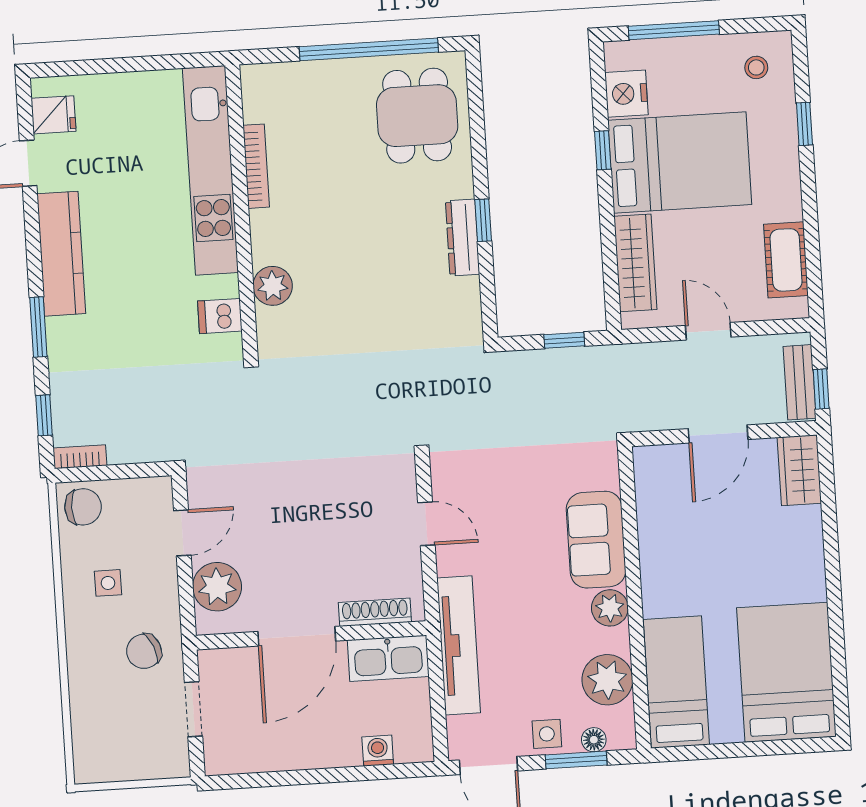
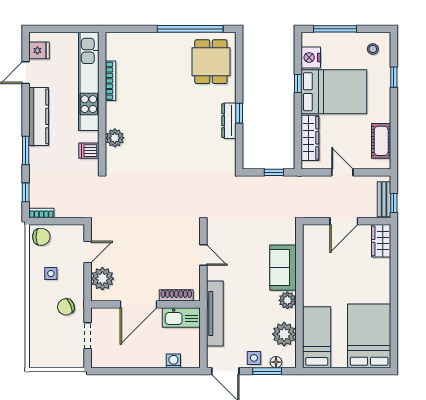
bookcase: (256, 166) -> (111, 81), moved
kitchen unit: (210, 170) -> (89, 81), moved
wall: (241, 209) -> (102, 101), moved
plant: (273, 286) -> (115, 138), moved
dishwasher: (220, 316) -> (89, 151), moved

